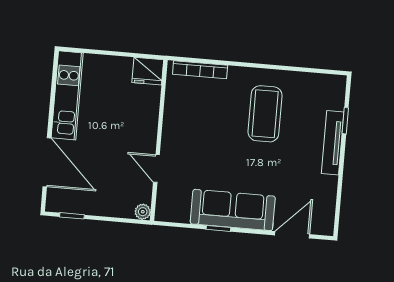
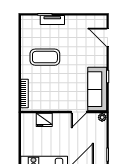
fridge: (148, 71) -> (44, 120), moved, turned 90
tv unit: (333, 143) -> (52, 20), width x0.71
sofa: (233, 210) -> (97, 89), moved

